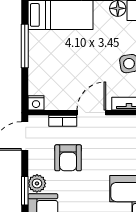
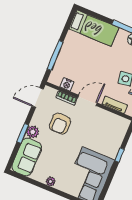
window: (25, 46) -> (55, 55), moved
nightstand: (36, 103) -> (67, 84), moved

